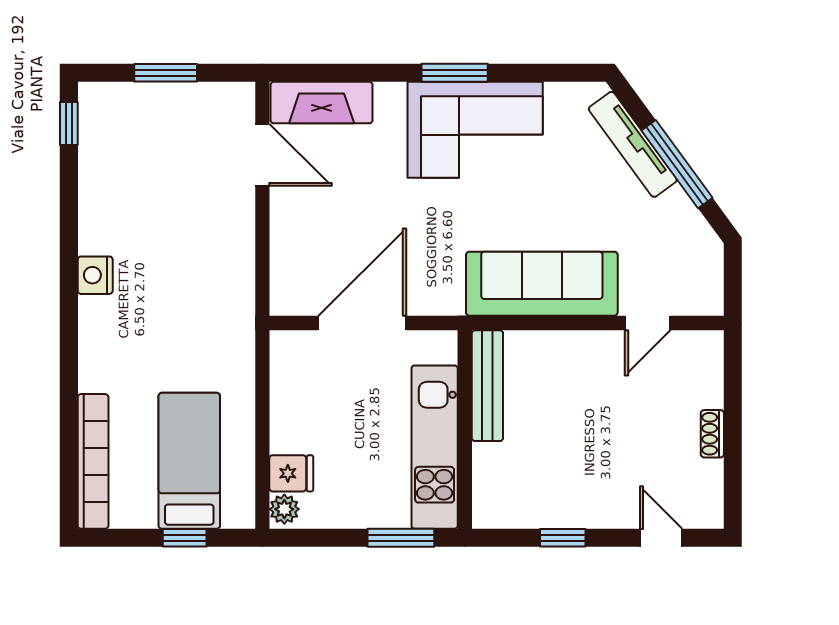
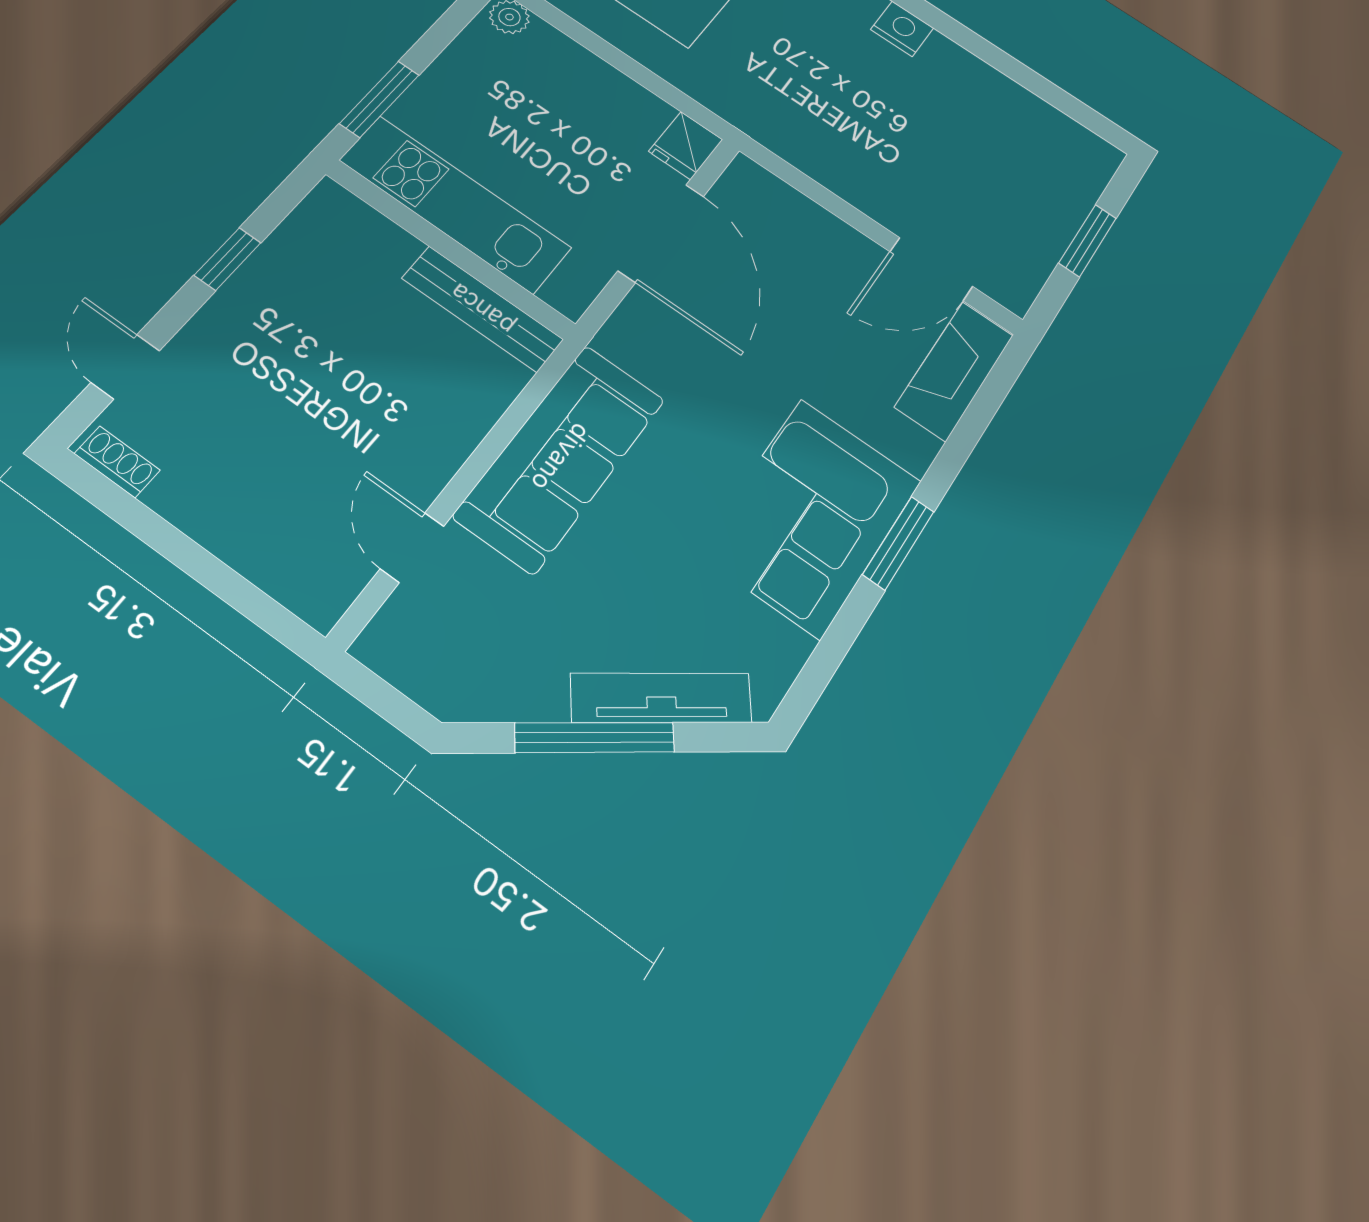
window: (69, 123) -> (1086, 116), removed
shoe rack: (712, 434) -> (117, 462), moved
fridge: (291, 473) -> (686, 145), moved
door: (661, 538) -> (125, 367), swing flipped

